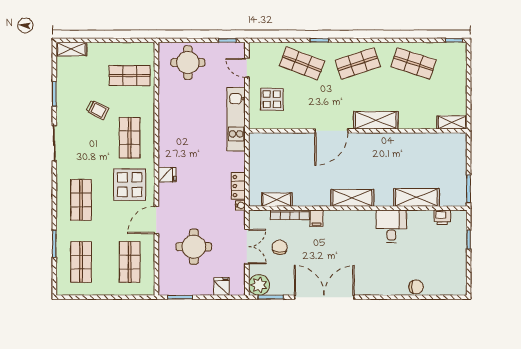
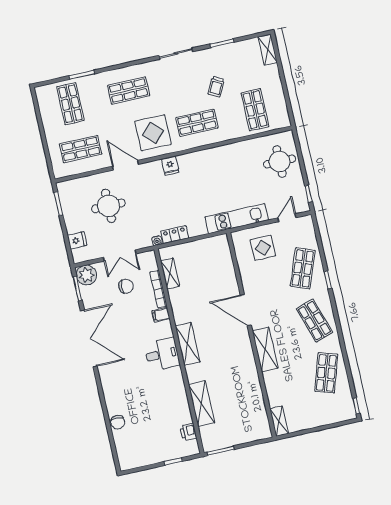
desk: (391, 226) -> (162, 354), moved
shop shelf: (81, 262) -> (70, 104), turned 90

